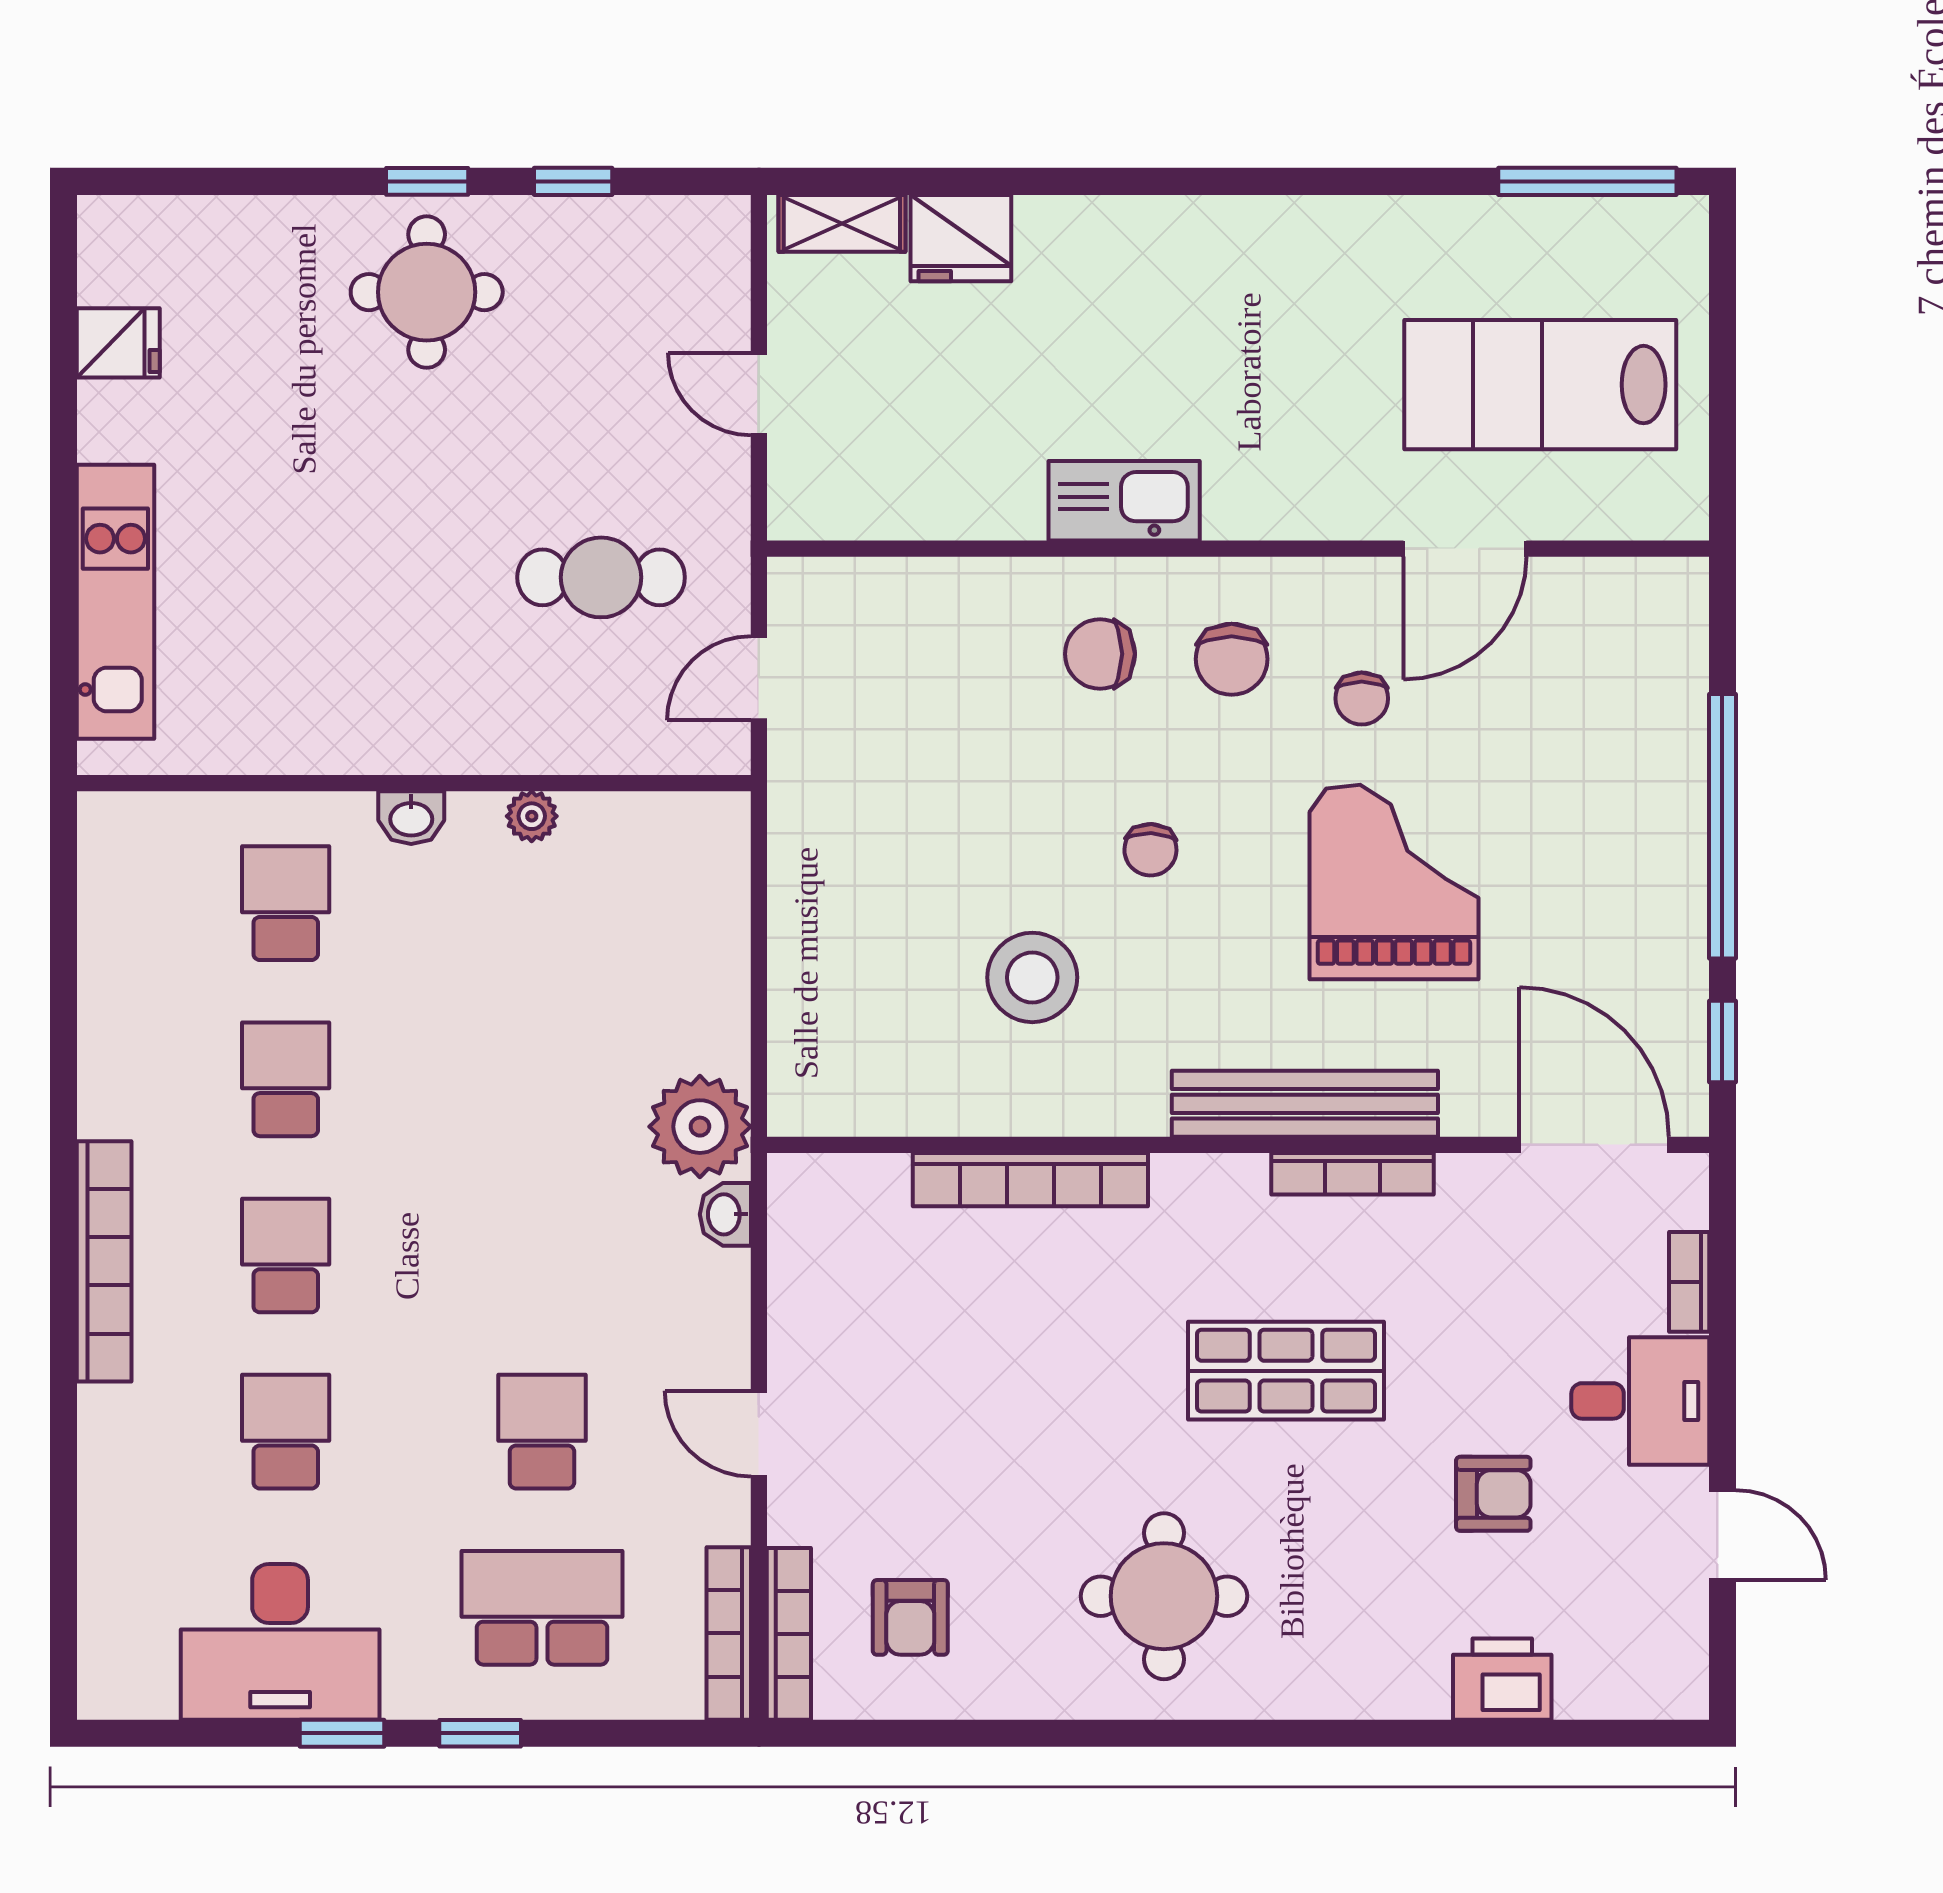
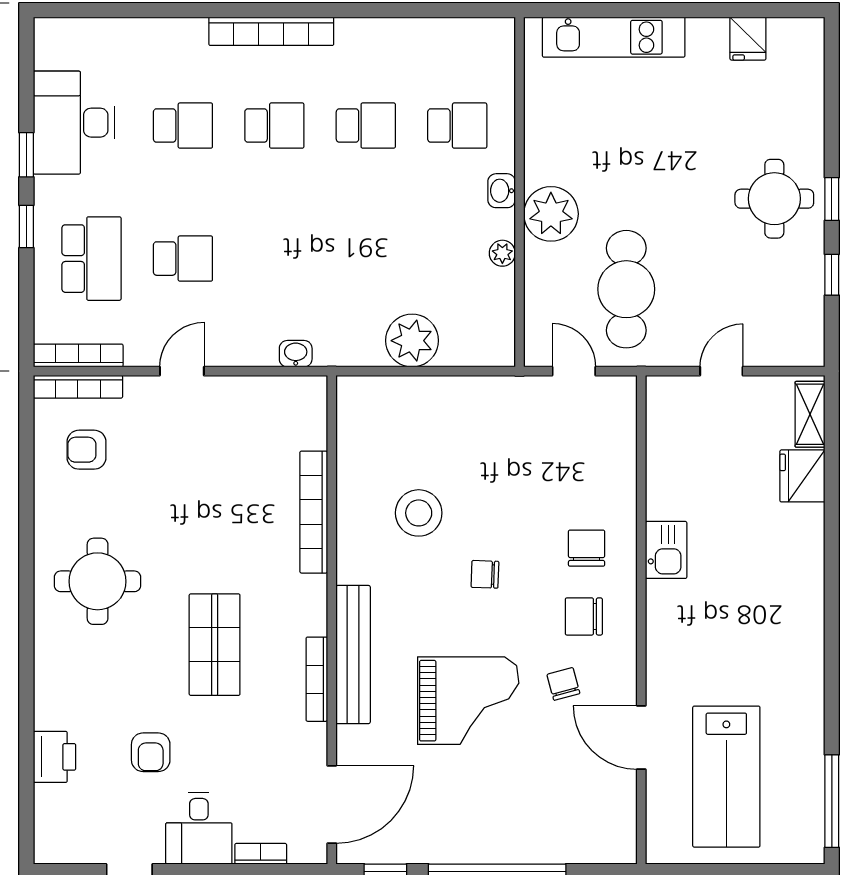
lab bench: (1540, 385) -> (726, 777), turned 180
kitchen sink: (1124, 501) -> (666, 550), width x0.73
cafe table: (601, 577) -> (626, 289), width x1.37, depth x1.35
chair: (1362, 698) -> (563, 684), turned 75
plant: (456, 722) -> (551, 214), added
plant: (700, 1127) -> (412, 341), moved

